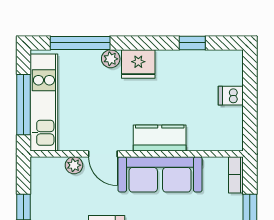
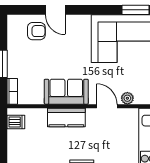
dishwasher: (231, 96) -> (16, 122), moved
sofa: (160, 174) -> (66, 92), width x0.73

